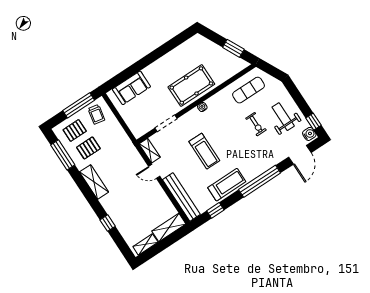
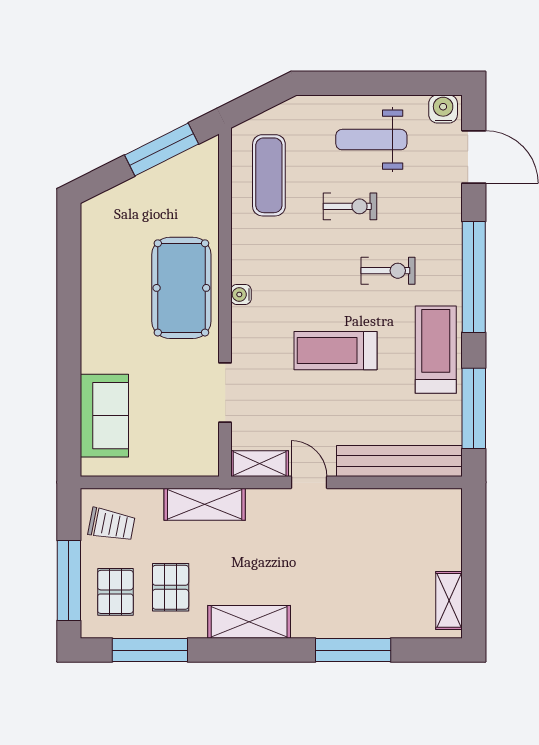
window: (233, 48) -> (162, 150), width x1.44
window: (79, 105) -> (69, 581), moved
window: (314, 122) -> (423, 83), removed
treadmill: (204, 151) -> (335, 351), turned 180
exercise bike: (243, 151) -> (388, 271), added
door: (154, 171) -> (309, 482), swing flipped
window: (215, 210) -> (474, 408), width x2.17
window: (108, 223) -> (353, 650), width x2.17
shelving: (169, 228) -> (205, 504), moved, turned 90

